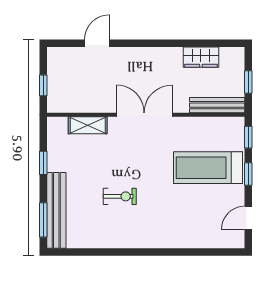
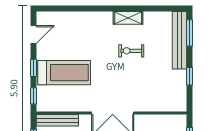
shelving: (88, 125) -> (128, 18), moved

